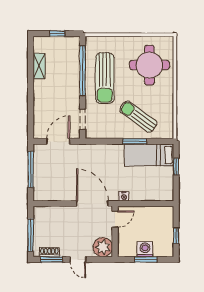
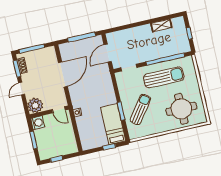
sun lounger: (105, 78) -> (164, 77), turned 180
door: (58, 141) -> (108, 53), swing flipped
door: (92, 204) -> (63, 74), moved
washing machine: (145, 249) -> (38, 123), moved

